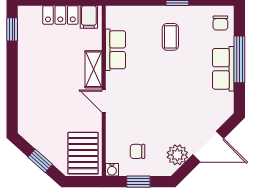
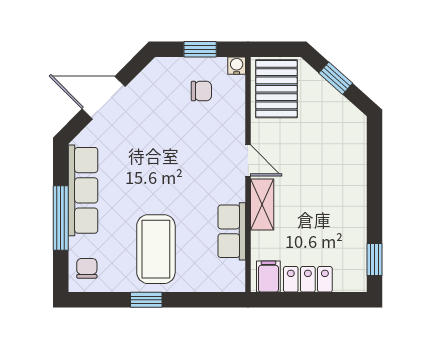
coffee table: (170, 37) -> (156, 249), width x1.86, depth x1.72
row of seats: (223, 69) -> (83, 190), width x1.48
plant: (177, 155) -> (146, 86), removed

